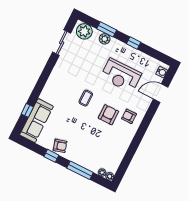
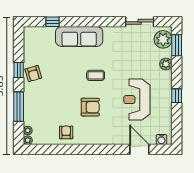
window: (107, 29) -> (177, 45), moved
armchair: (129, 116) -> (66, 132), moved
sofa: (36, 121) -> (79, 36), moved

